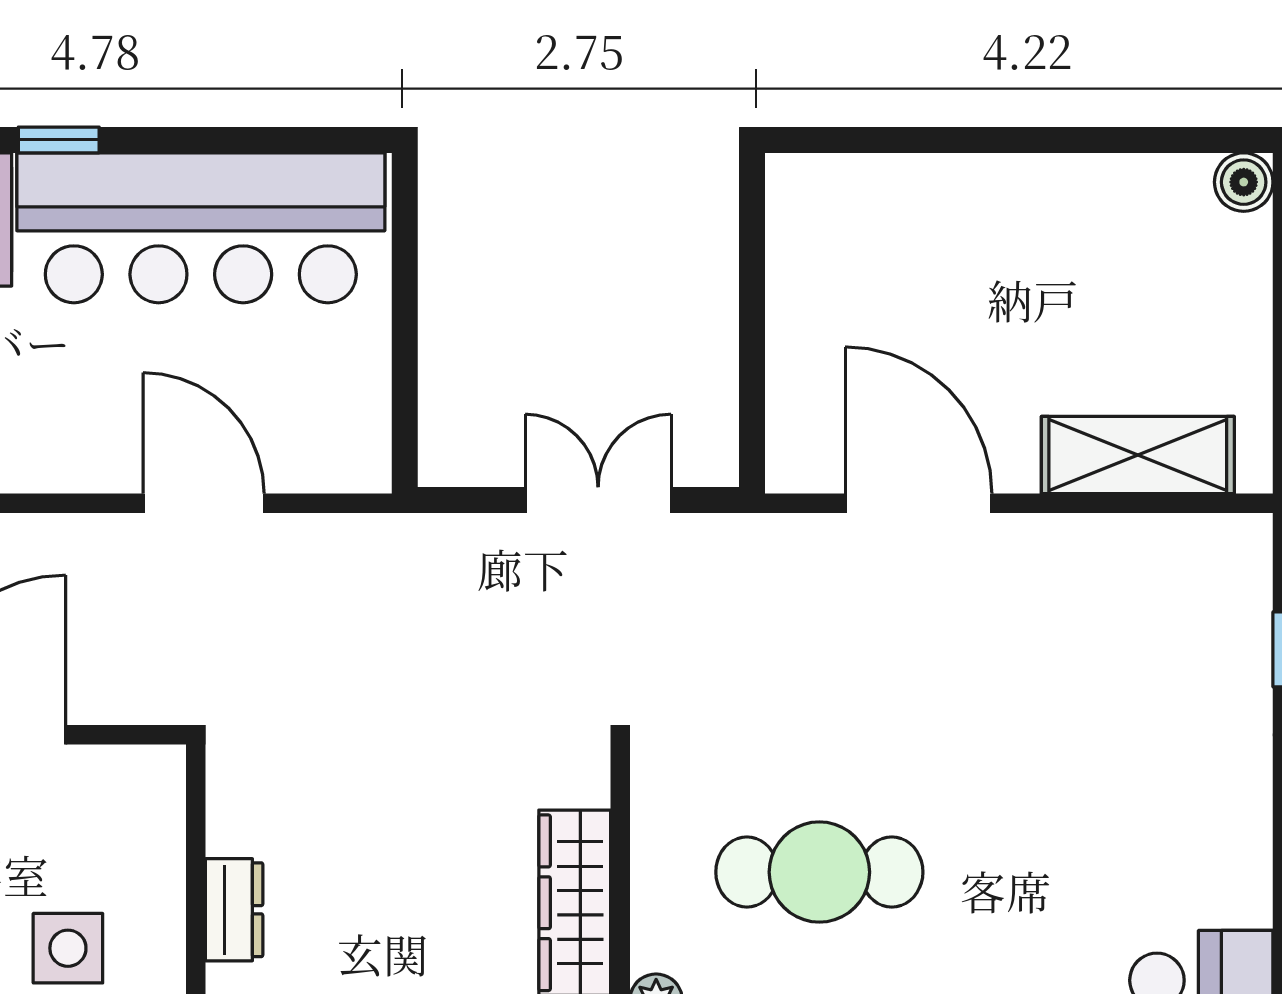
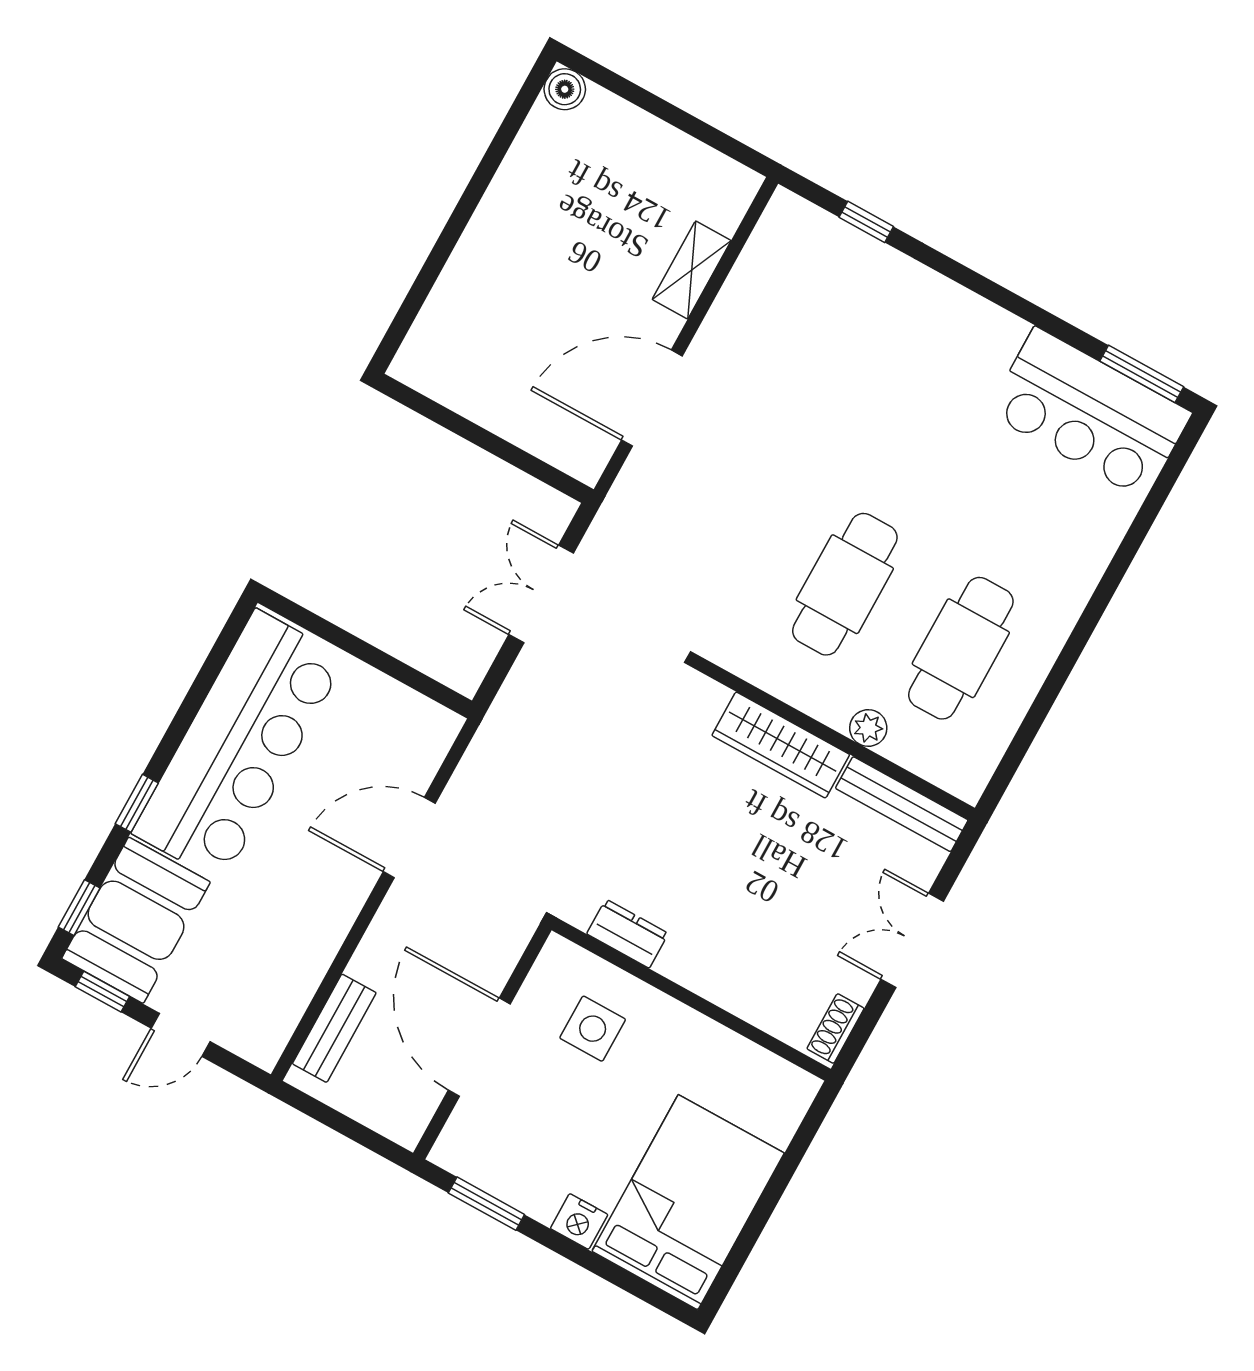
shelving: (1138, 455) -> (692, 270), width x0.67, depth x0.75
dresser: (234, 910) -> (628, 934), moved
side table: (68, 948) -> (593, 1029), moved

